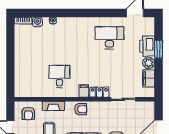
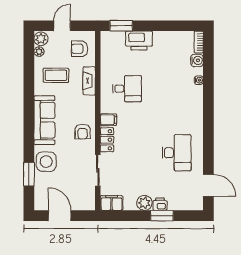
printer: (147, 46) -> (160, 204), width x0.53, depth x0.68
printer: (22, 67) -> (139, 41), added
filing cabinet: (149, 78) -> (112, 203), moved
window: (10, 81) -> (121, 26), added
armchair: (81, 109) -> (83, 132), moved

